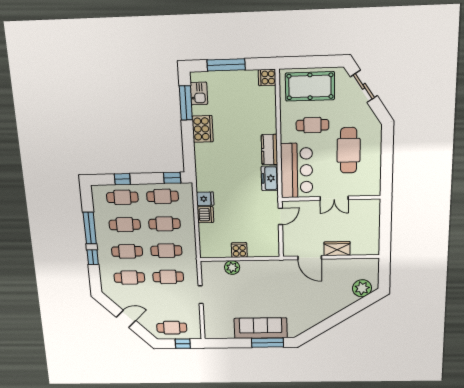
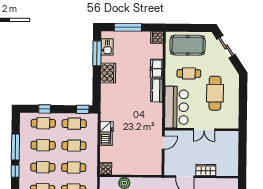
freezer: (270, 178) -> (157, 69), moved
cooker: (239, 250) -> (106, 168), moved

